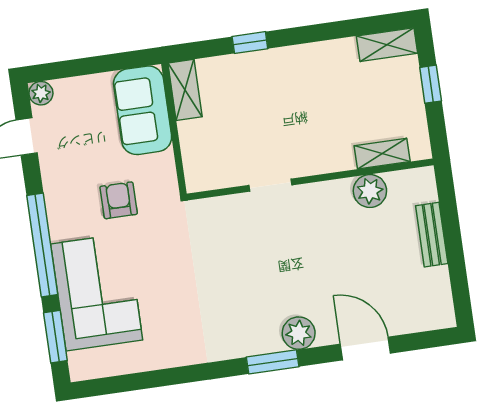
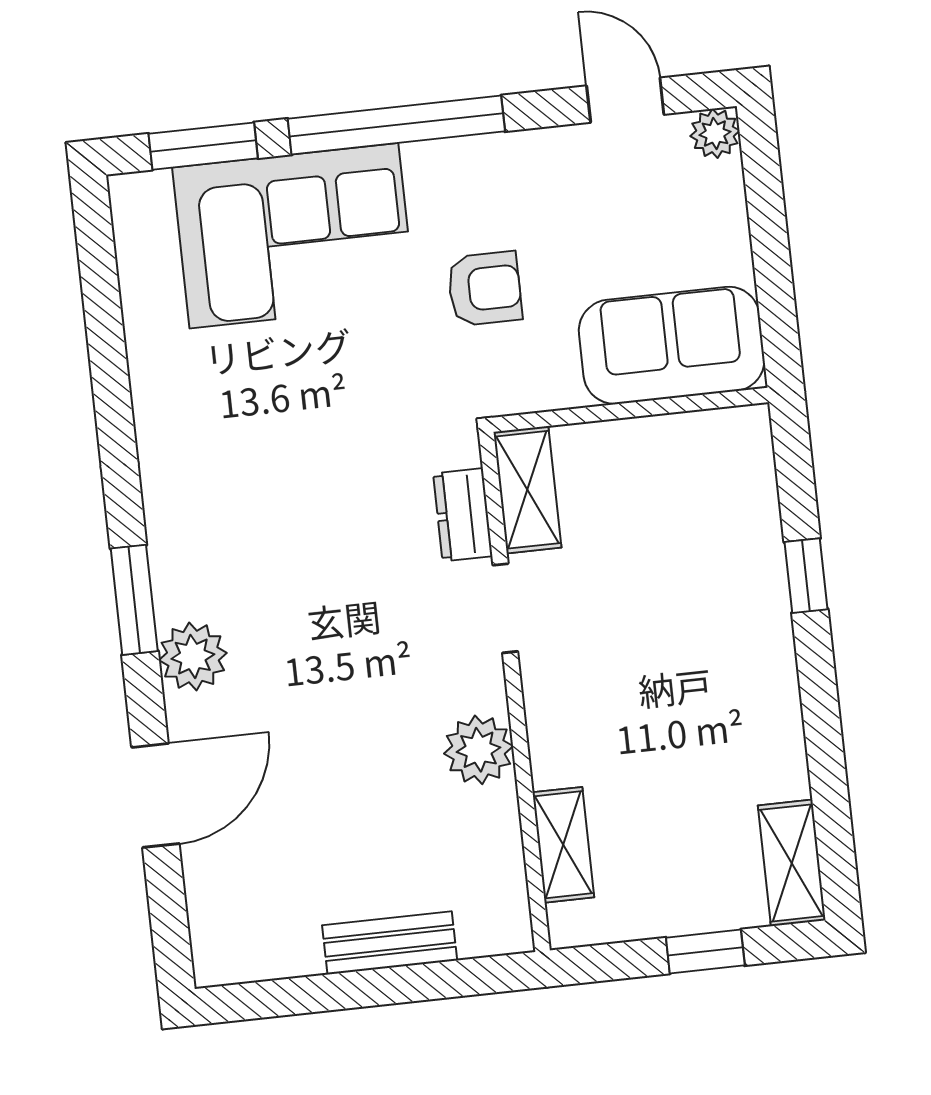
shelving: (185, 90) -> (527, 490), moved, turned 90
plant: (370, 191) -> (479, 750), moved
dresser: (227, 207) -> (463, 515), added

